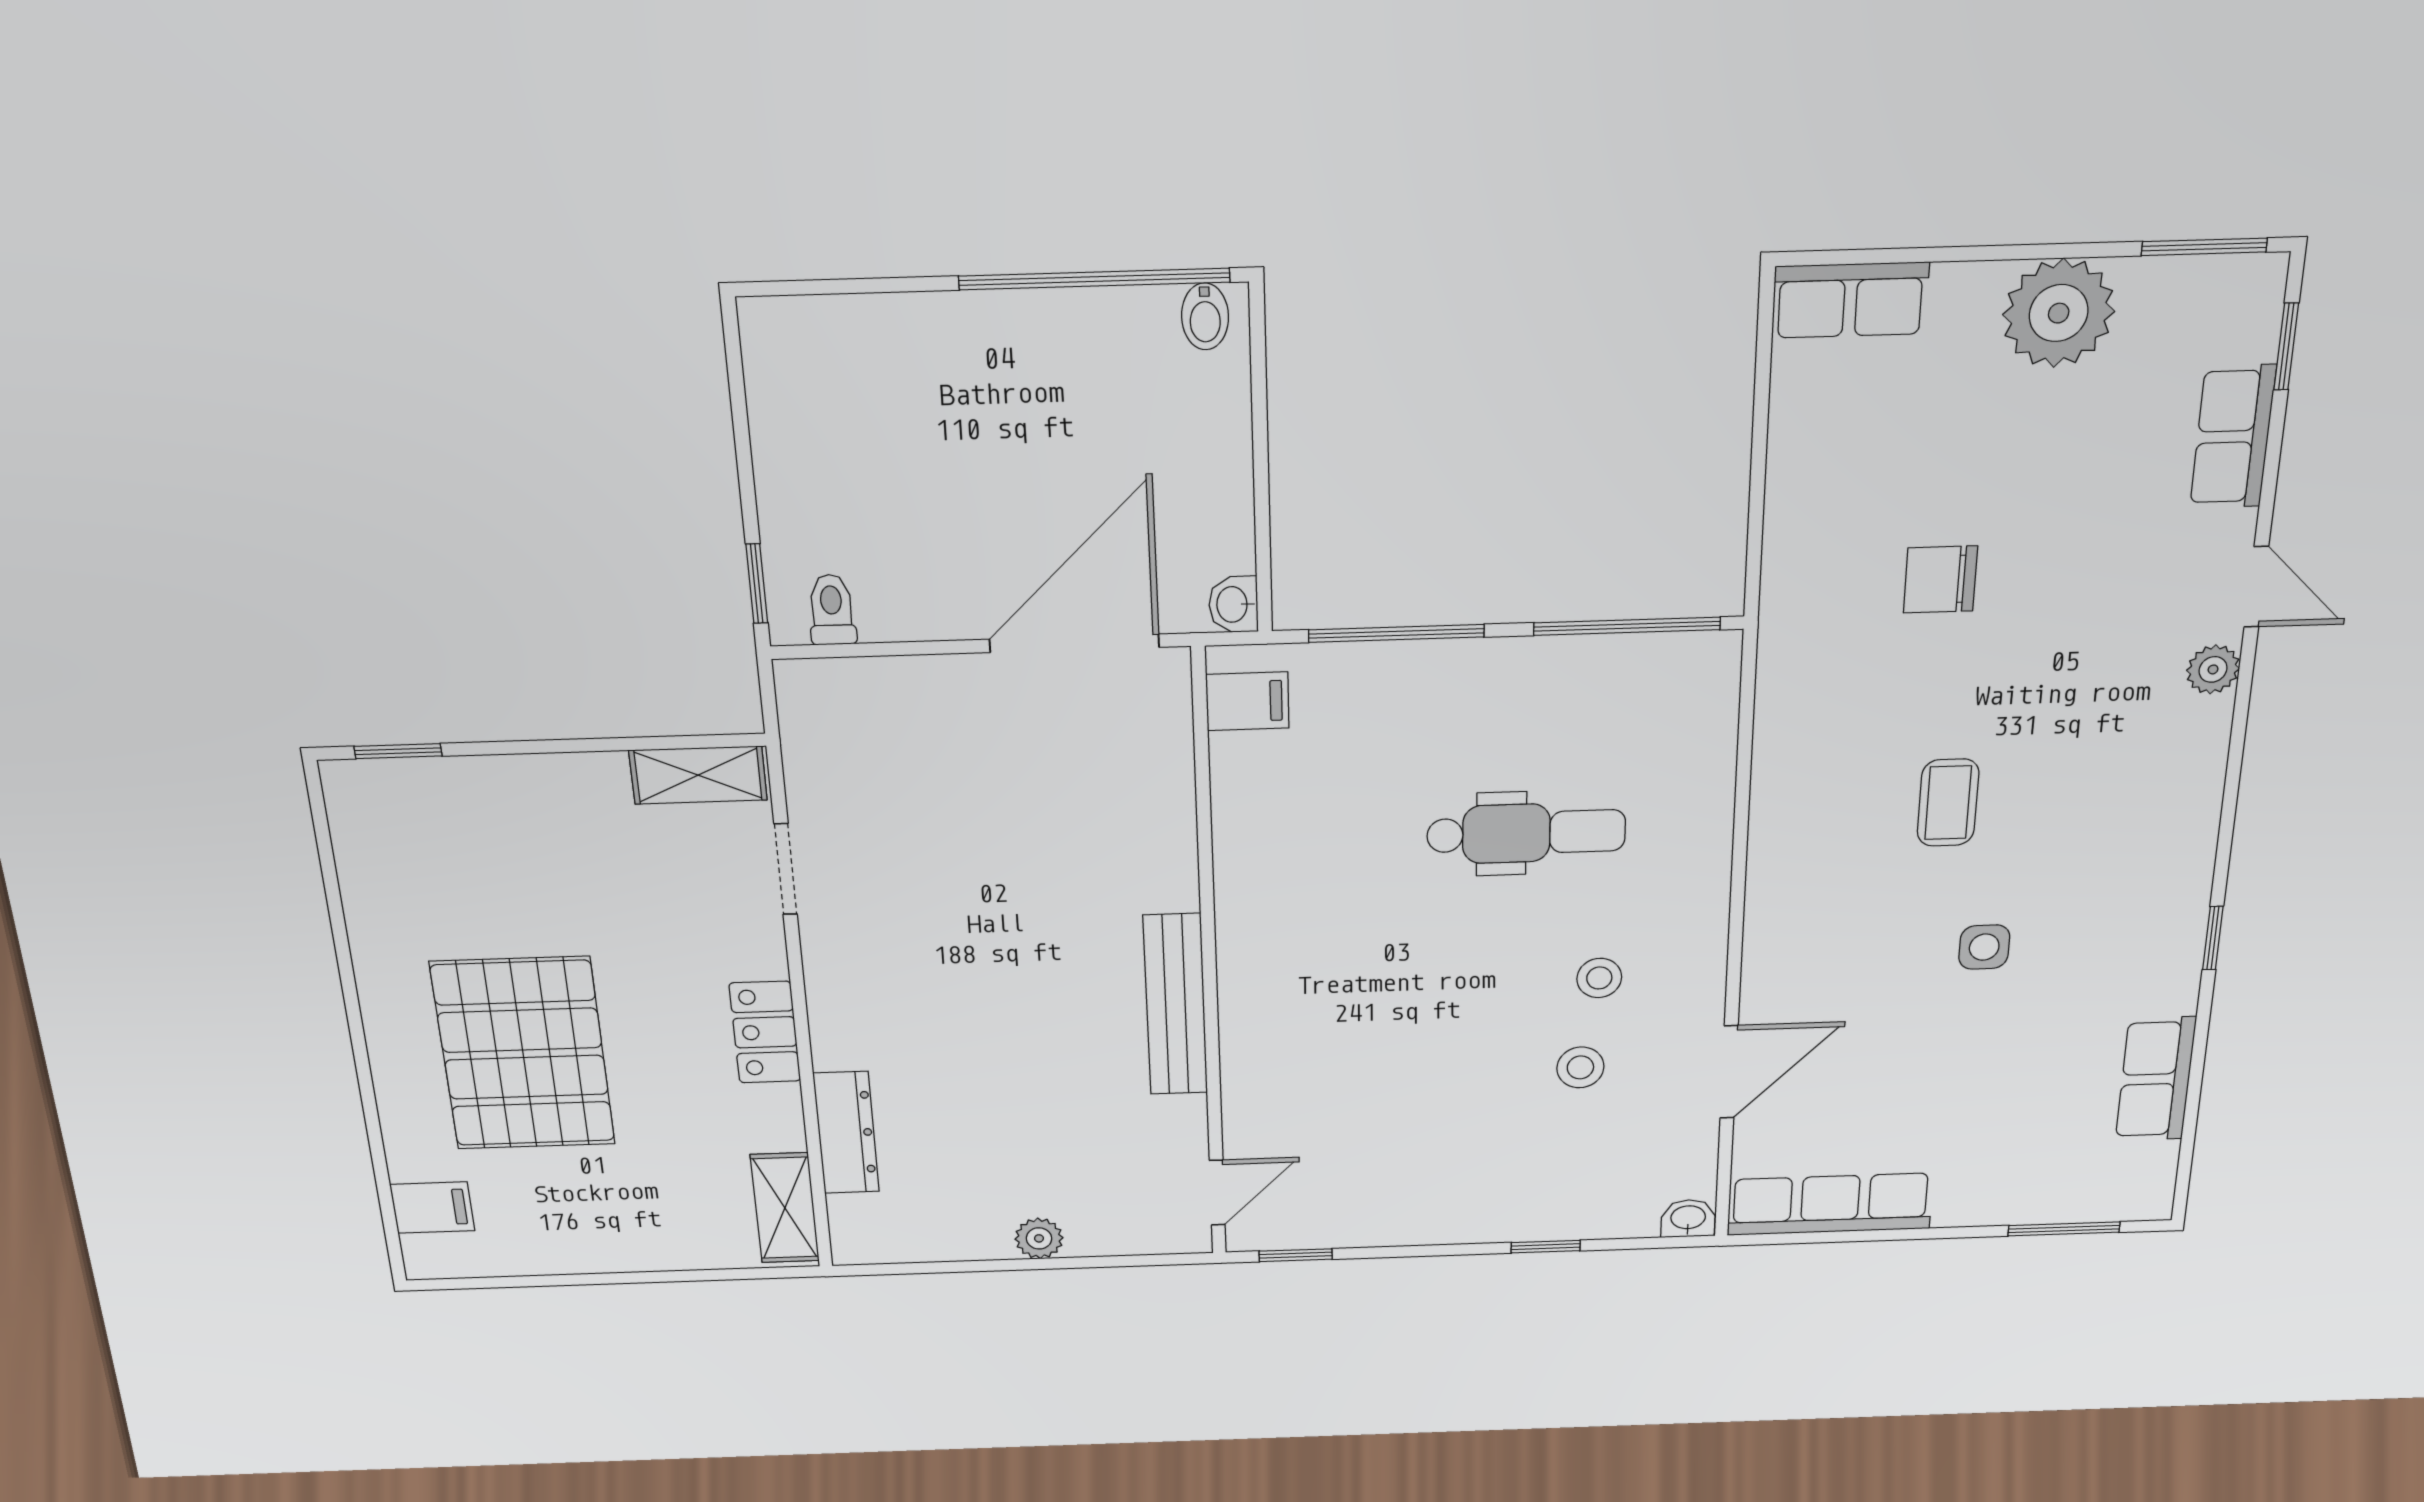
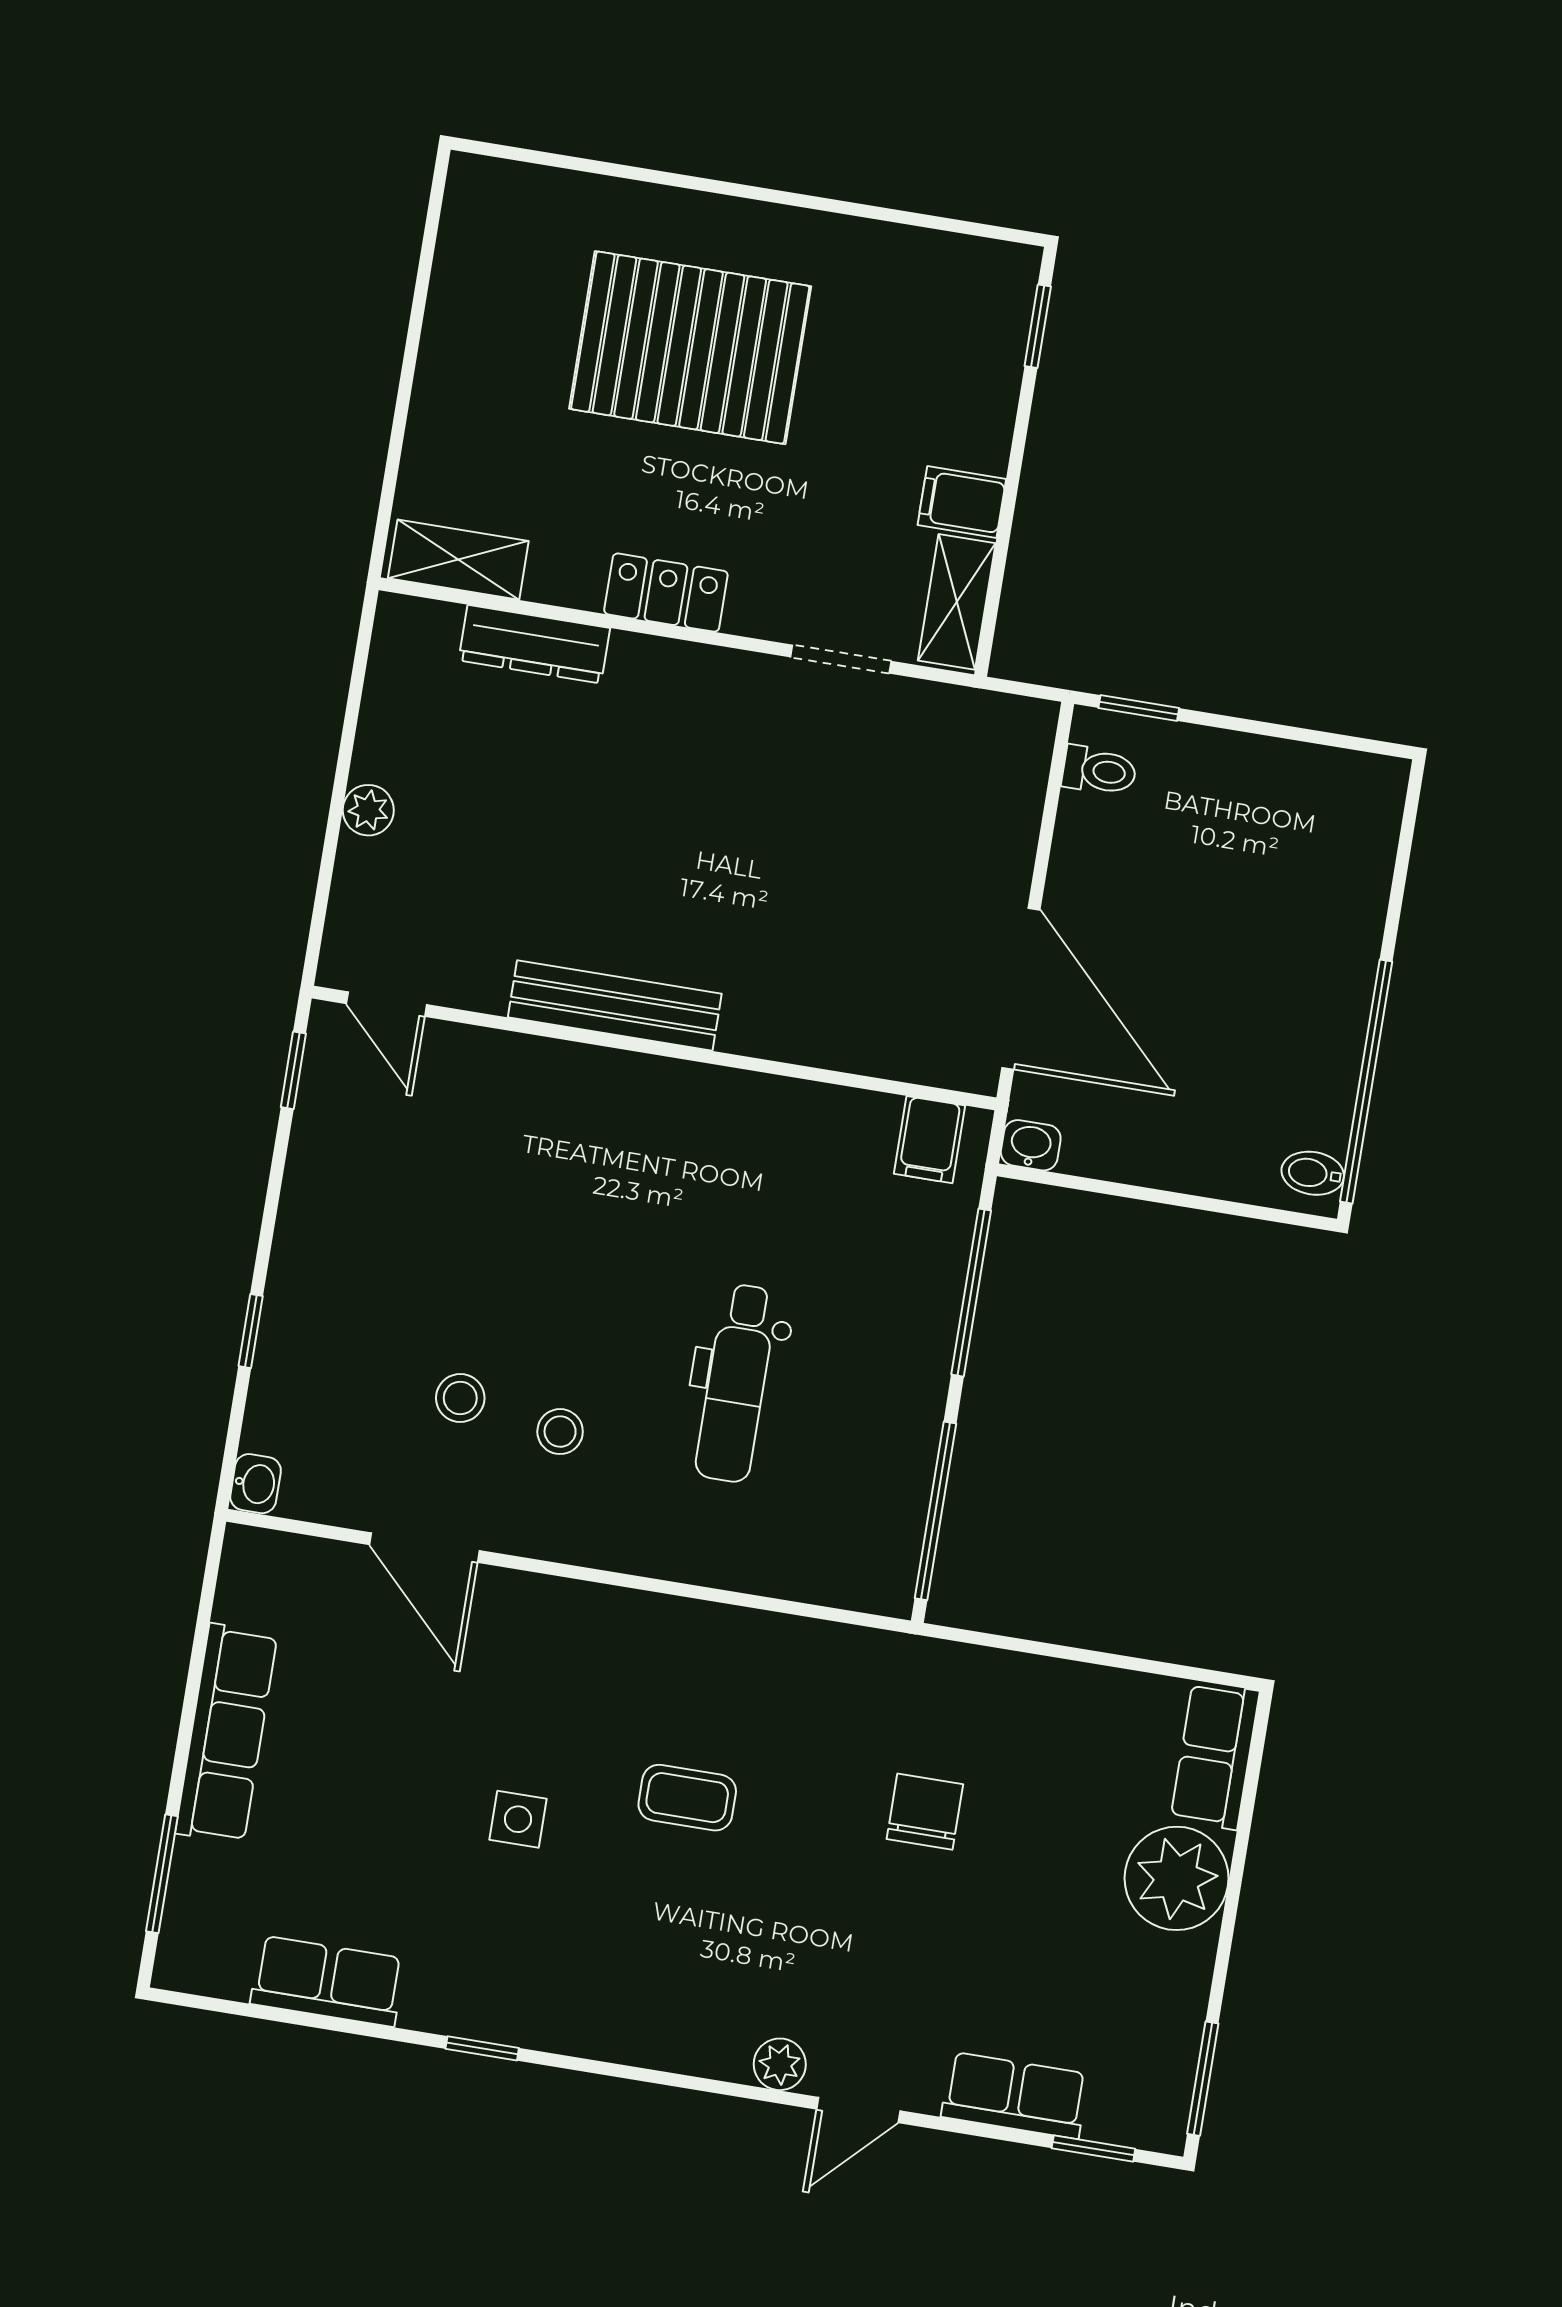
plant: (2059, 313) -> (1177, 1878), moved
row of seats: (1830, 1204) -> (226, 1734), moved
filing cabinet: (432, 1208) -> (962, 502), moved, turned 90

